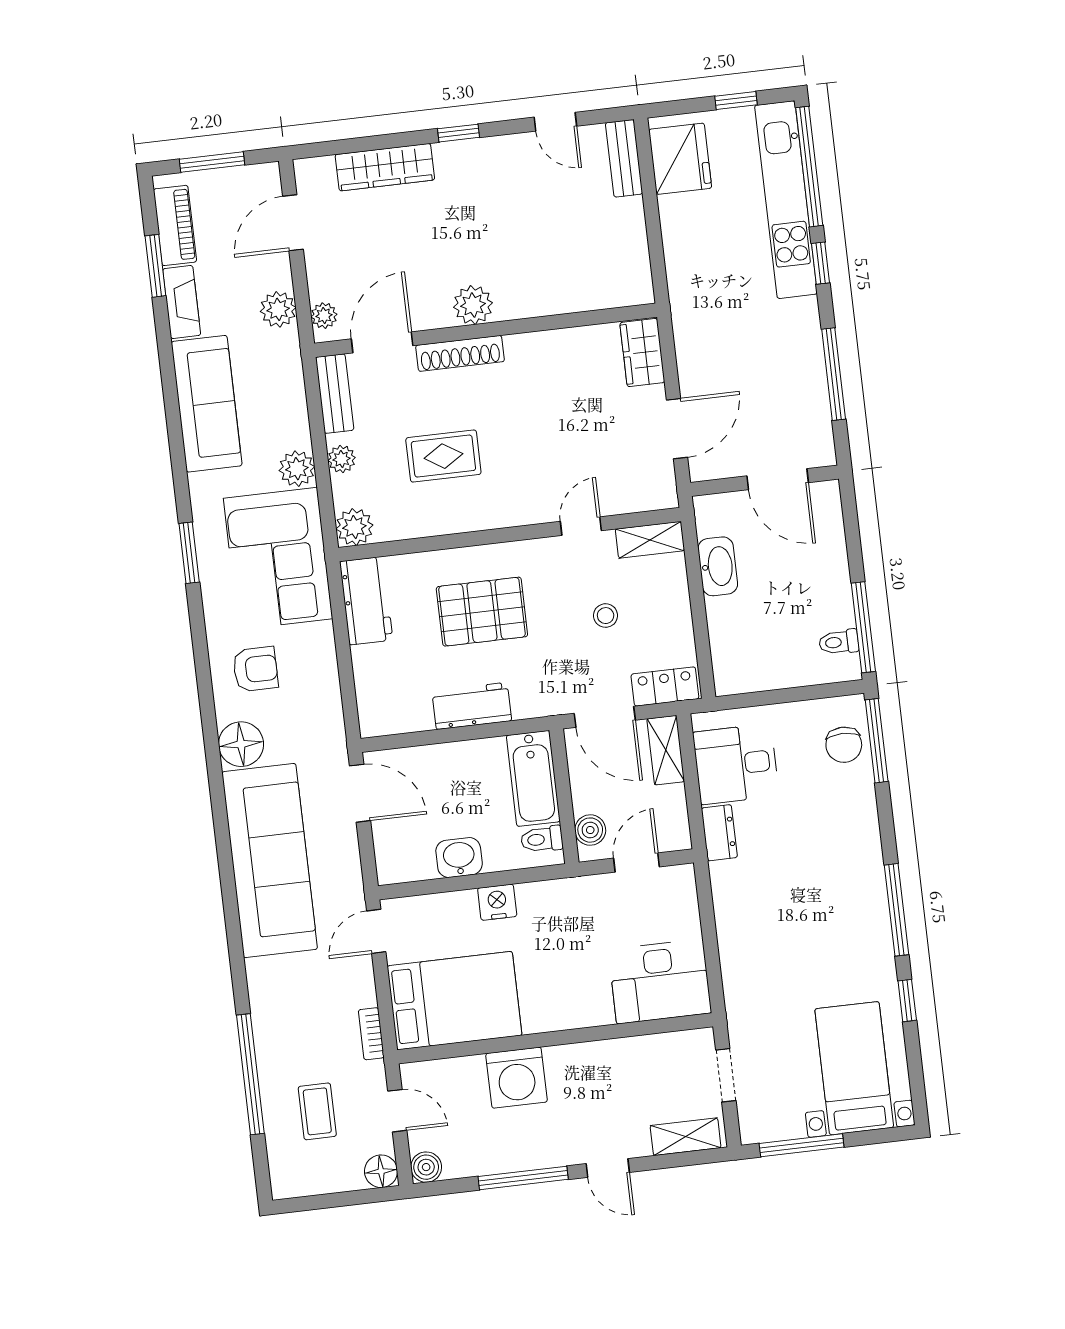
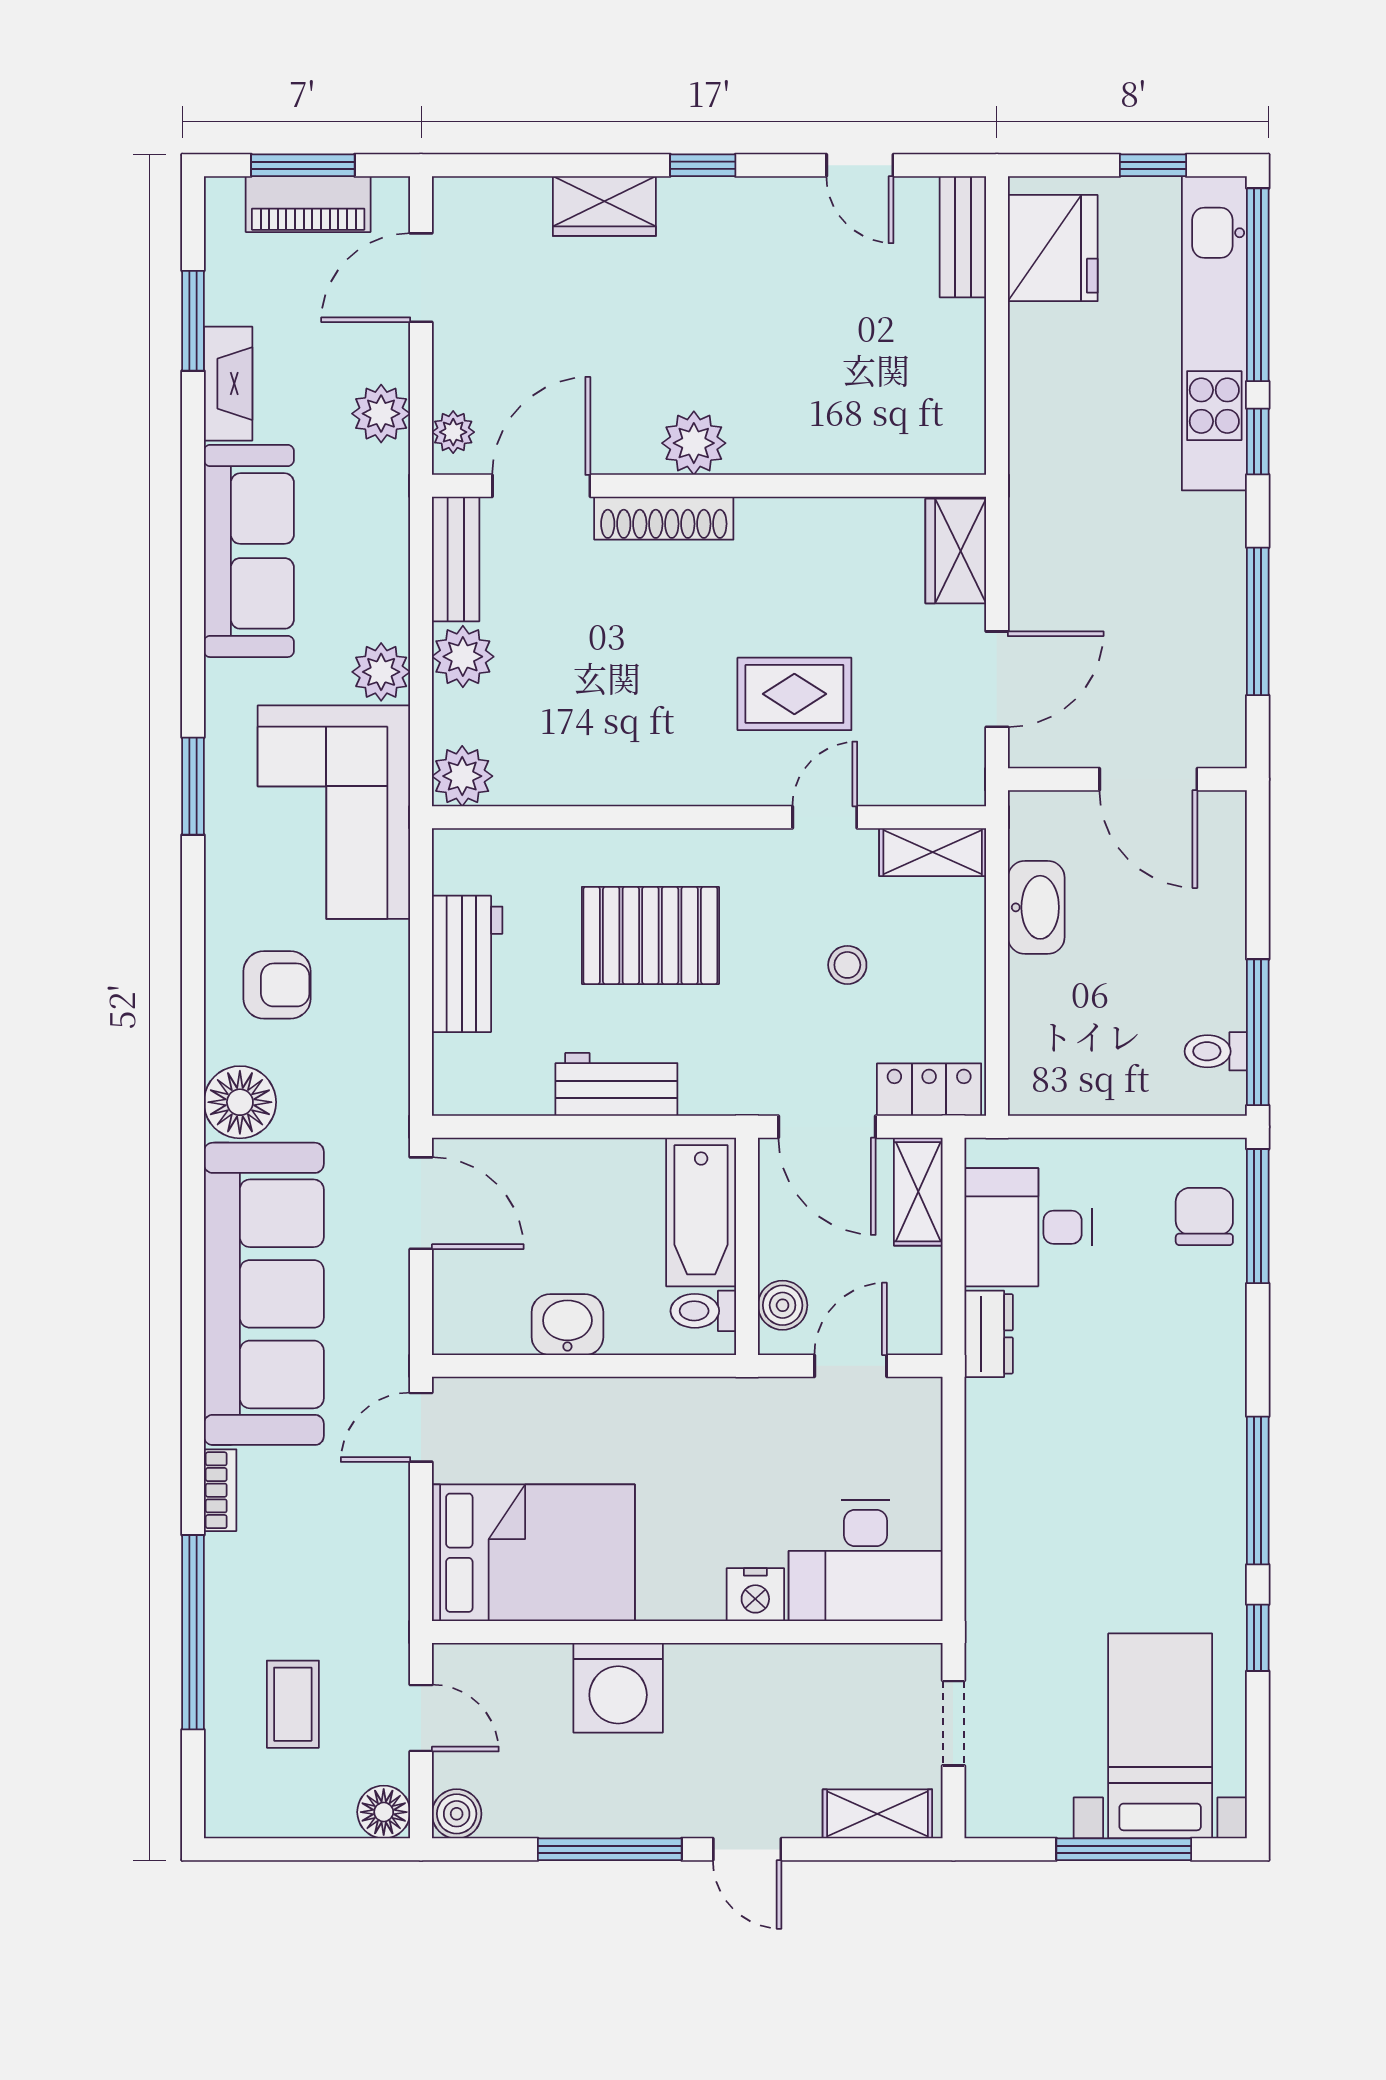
wardrobe: (385, 167) -> (604, 206), width x0.67
piano: (175, 225) -> (308, 204), moved, turned 90
rug: (443, 456) -> (794, 694), moved
plant: (342, 459) -> (463, 657), width x1.38, depth x1.38
workbench: (366, 601) -> (467, 964), moved
chair: (844, 745) -> (1204, 1216), turned 180
nightstand: (497, 902) -> (755, 1595), moved, turned 180
bookcase: (371, 1034) -> (220, 1490), moved, turned 180
window: (802, 1145) -> (1124, 1849), moved

